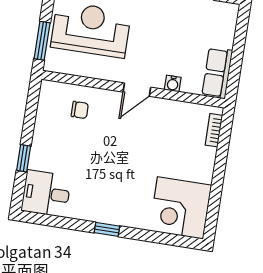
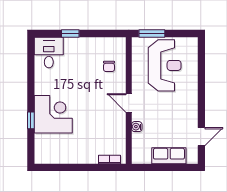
row of seats: (217, 73) -> (169, 156), moved
corner desk: (180, 208) -> (53, 114), moved, turned 90
window: (107, 229) -> (31, 120), moved

